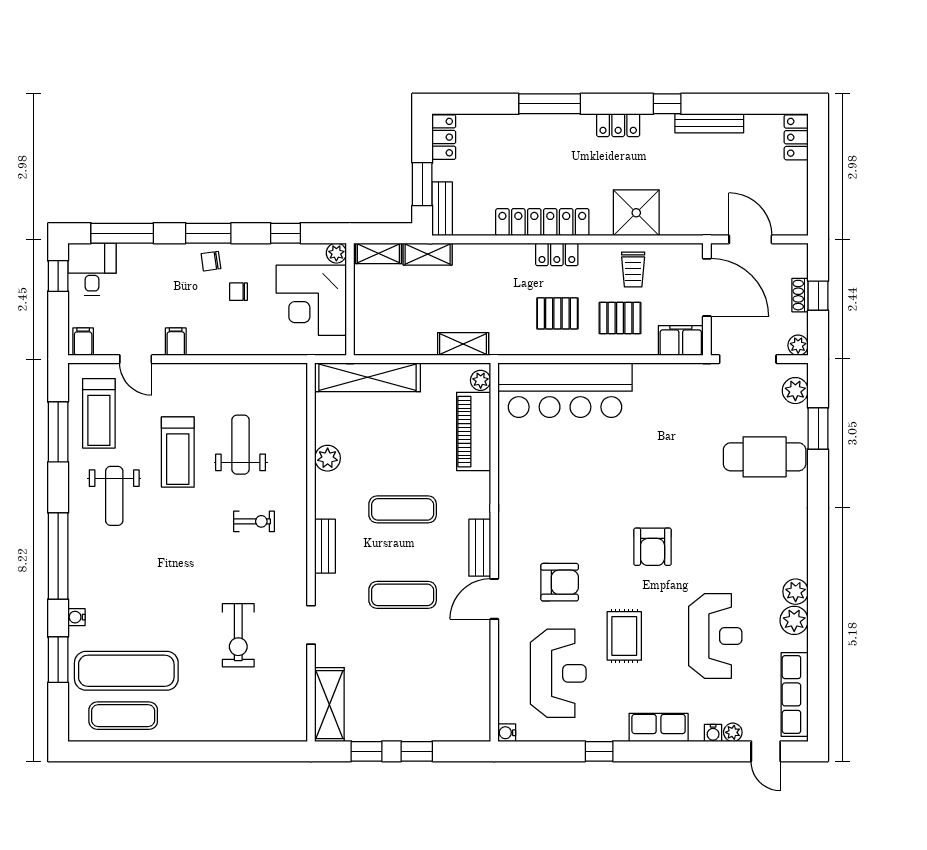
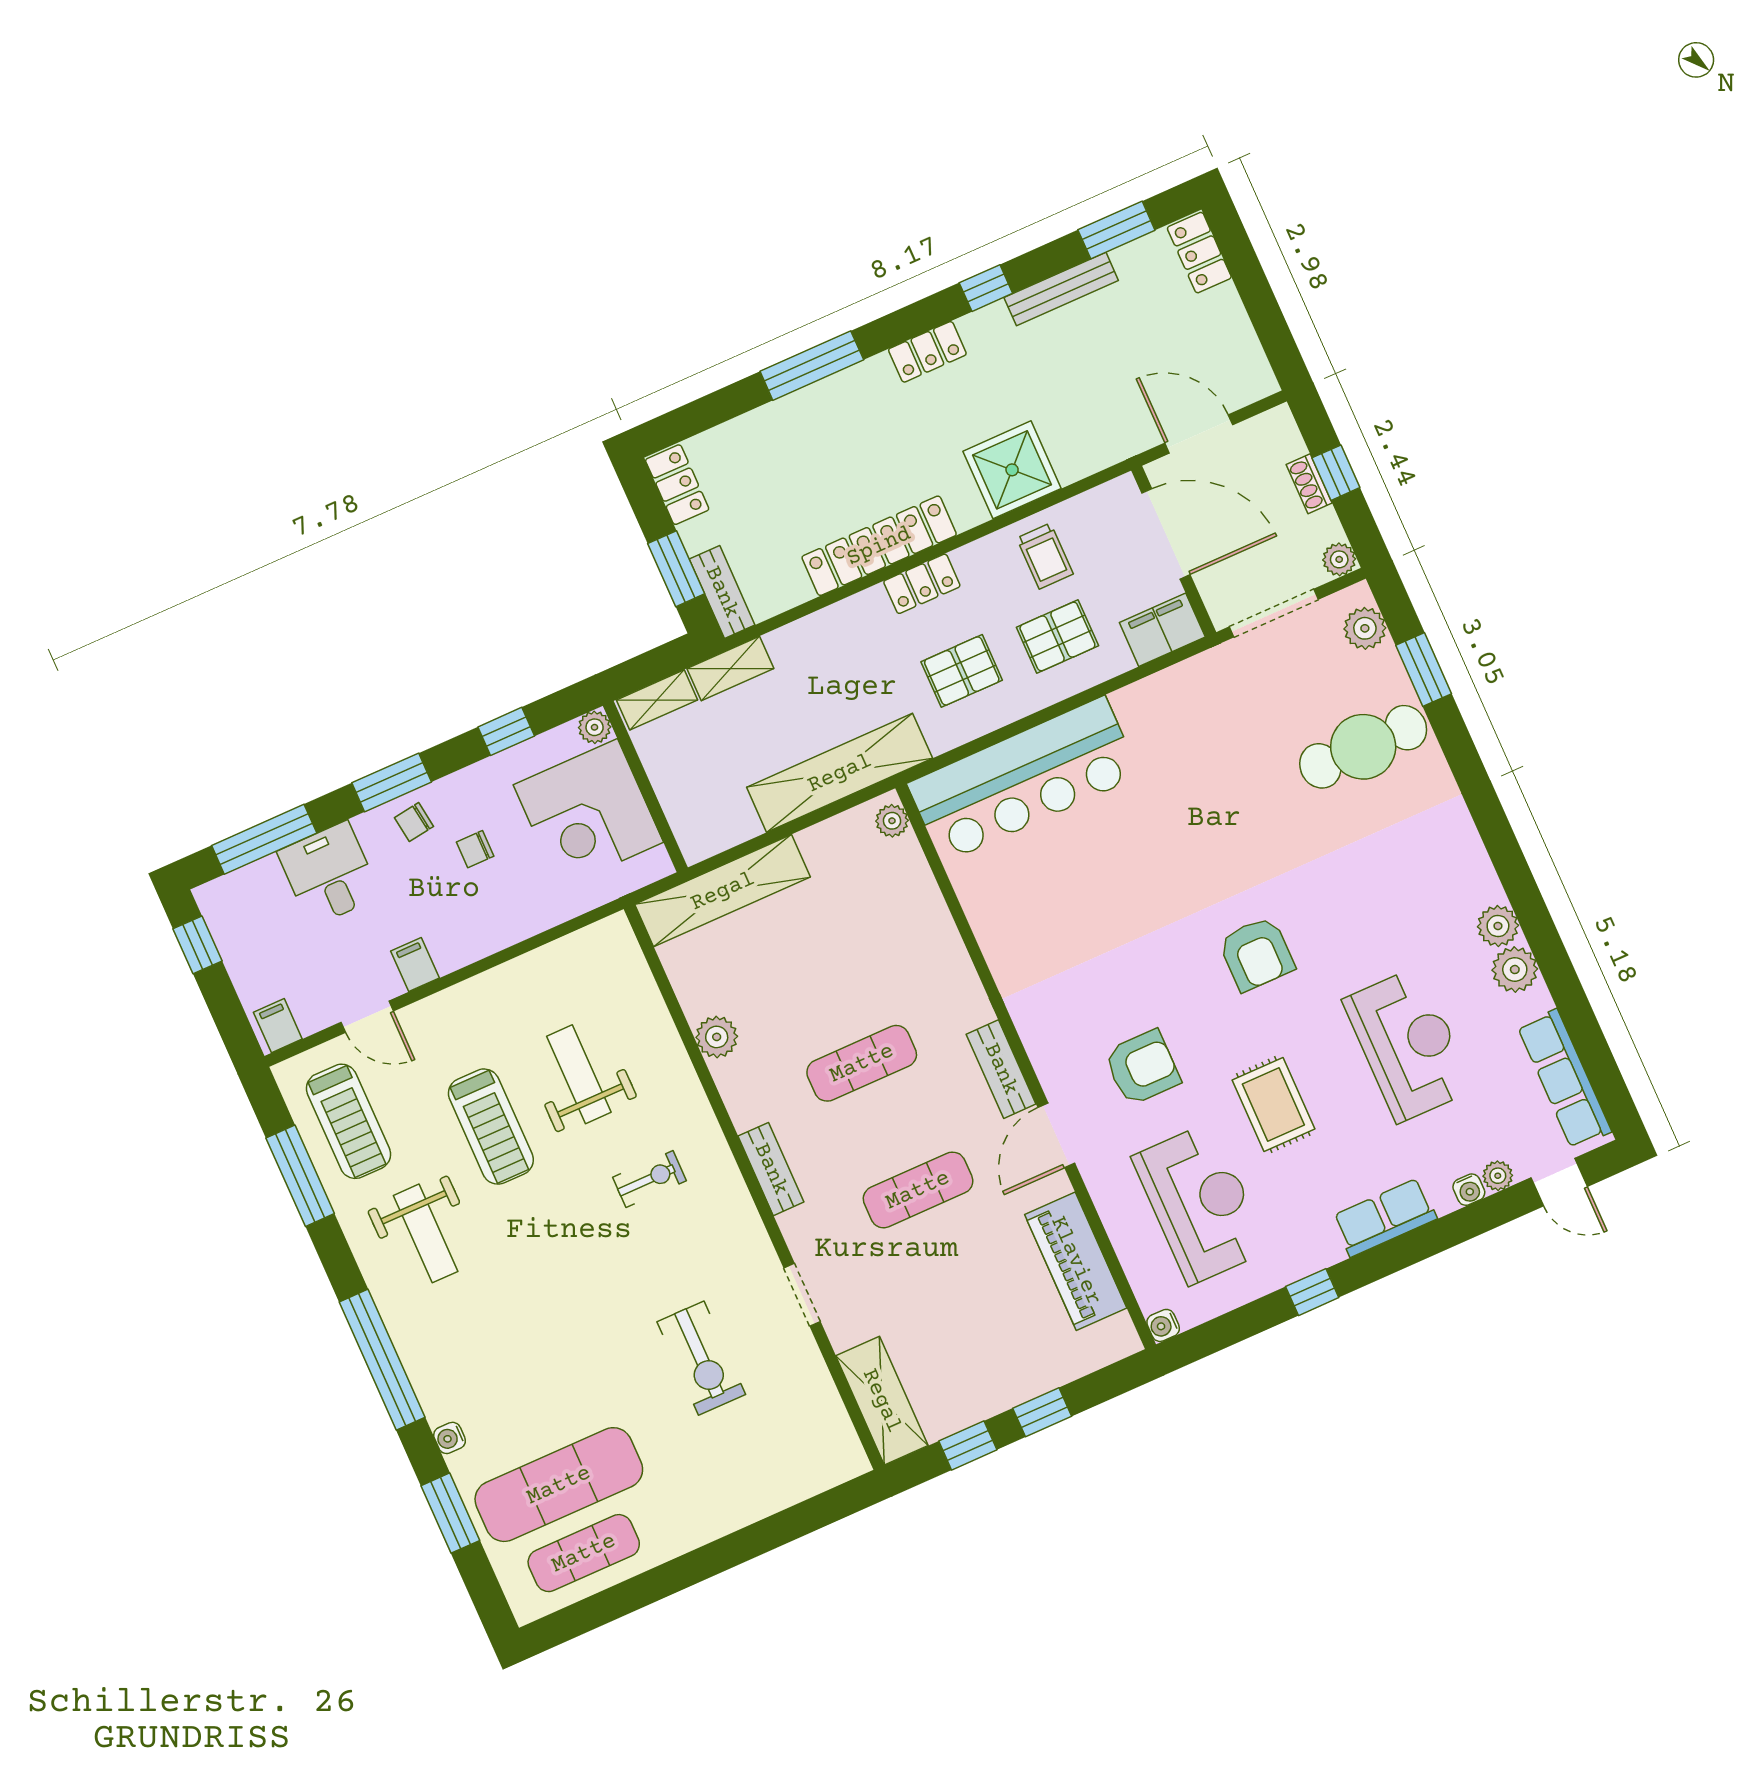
window: (755, 104) -> (1116, 230), added
desk: (92, 269) -> (329, 874), moved
shelving: (463, 344) -> (840, 773), width x2.20, depth x1.33
piano: (474, 432) -> (1076, 1261), moved

